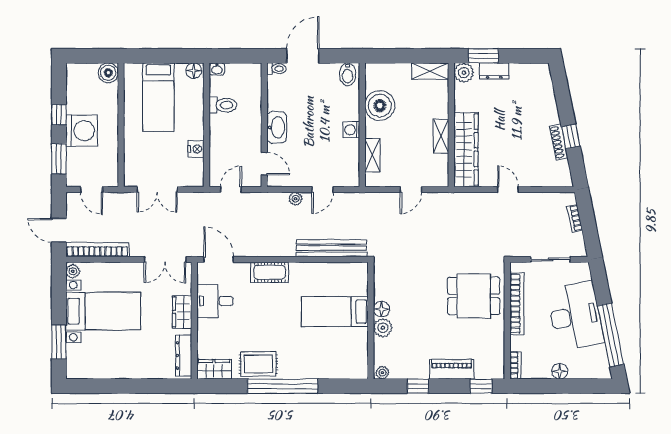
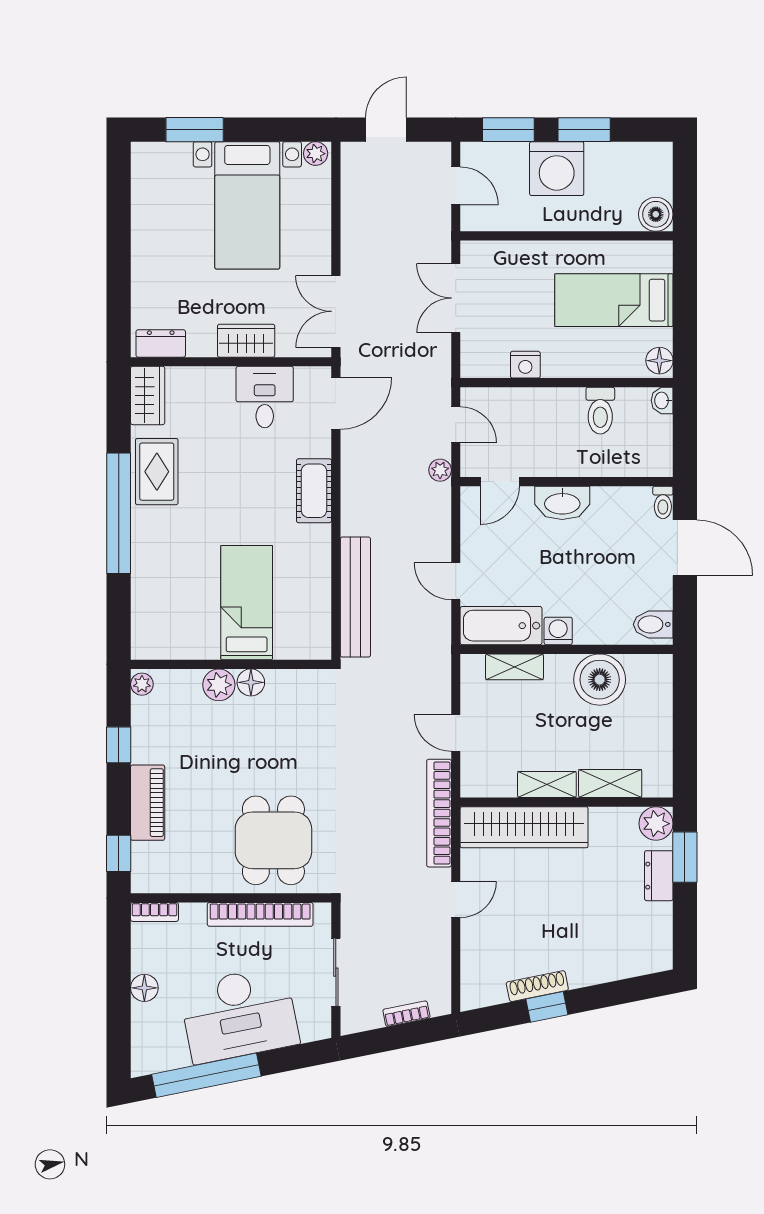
shelving: (430, 71) -> (610, 783), moved, turned 90
window: (59, 115) -> (584, 130), width x1.50
bathtub: (348, 163) -> (501, 626), added
door: (92, 190) -> (456, 186), swing flipped
plant: (296, 199) -> (440, 470), moved
bookcase: (97, 250) -> (439, 813), moved, turned 180
dresser: (184, 355) -> (161, 343), width x0.70

